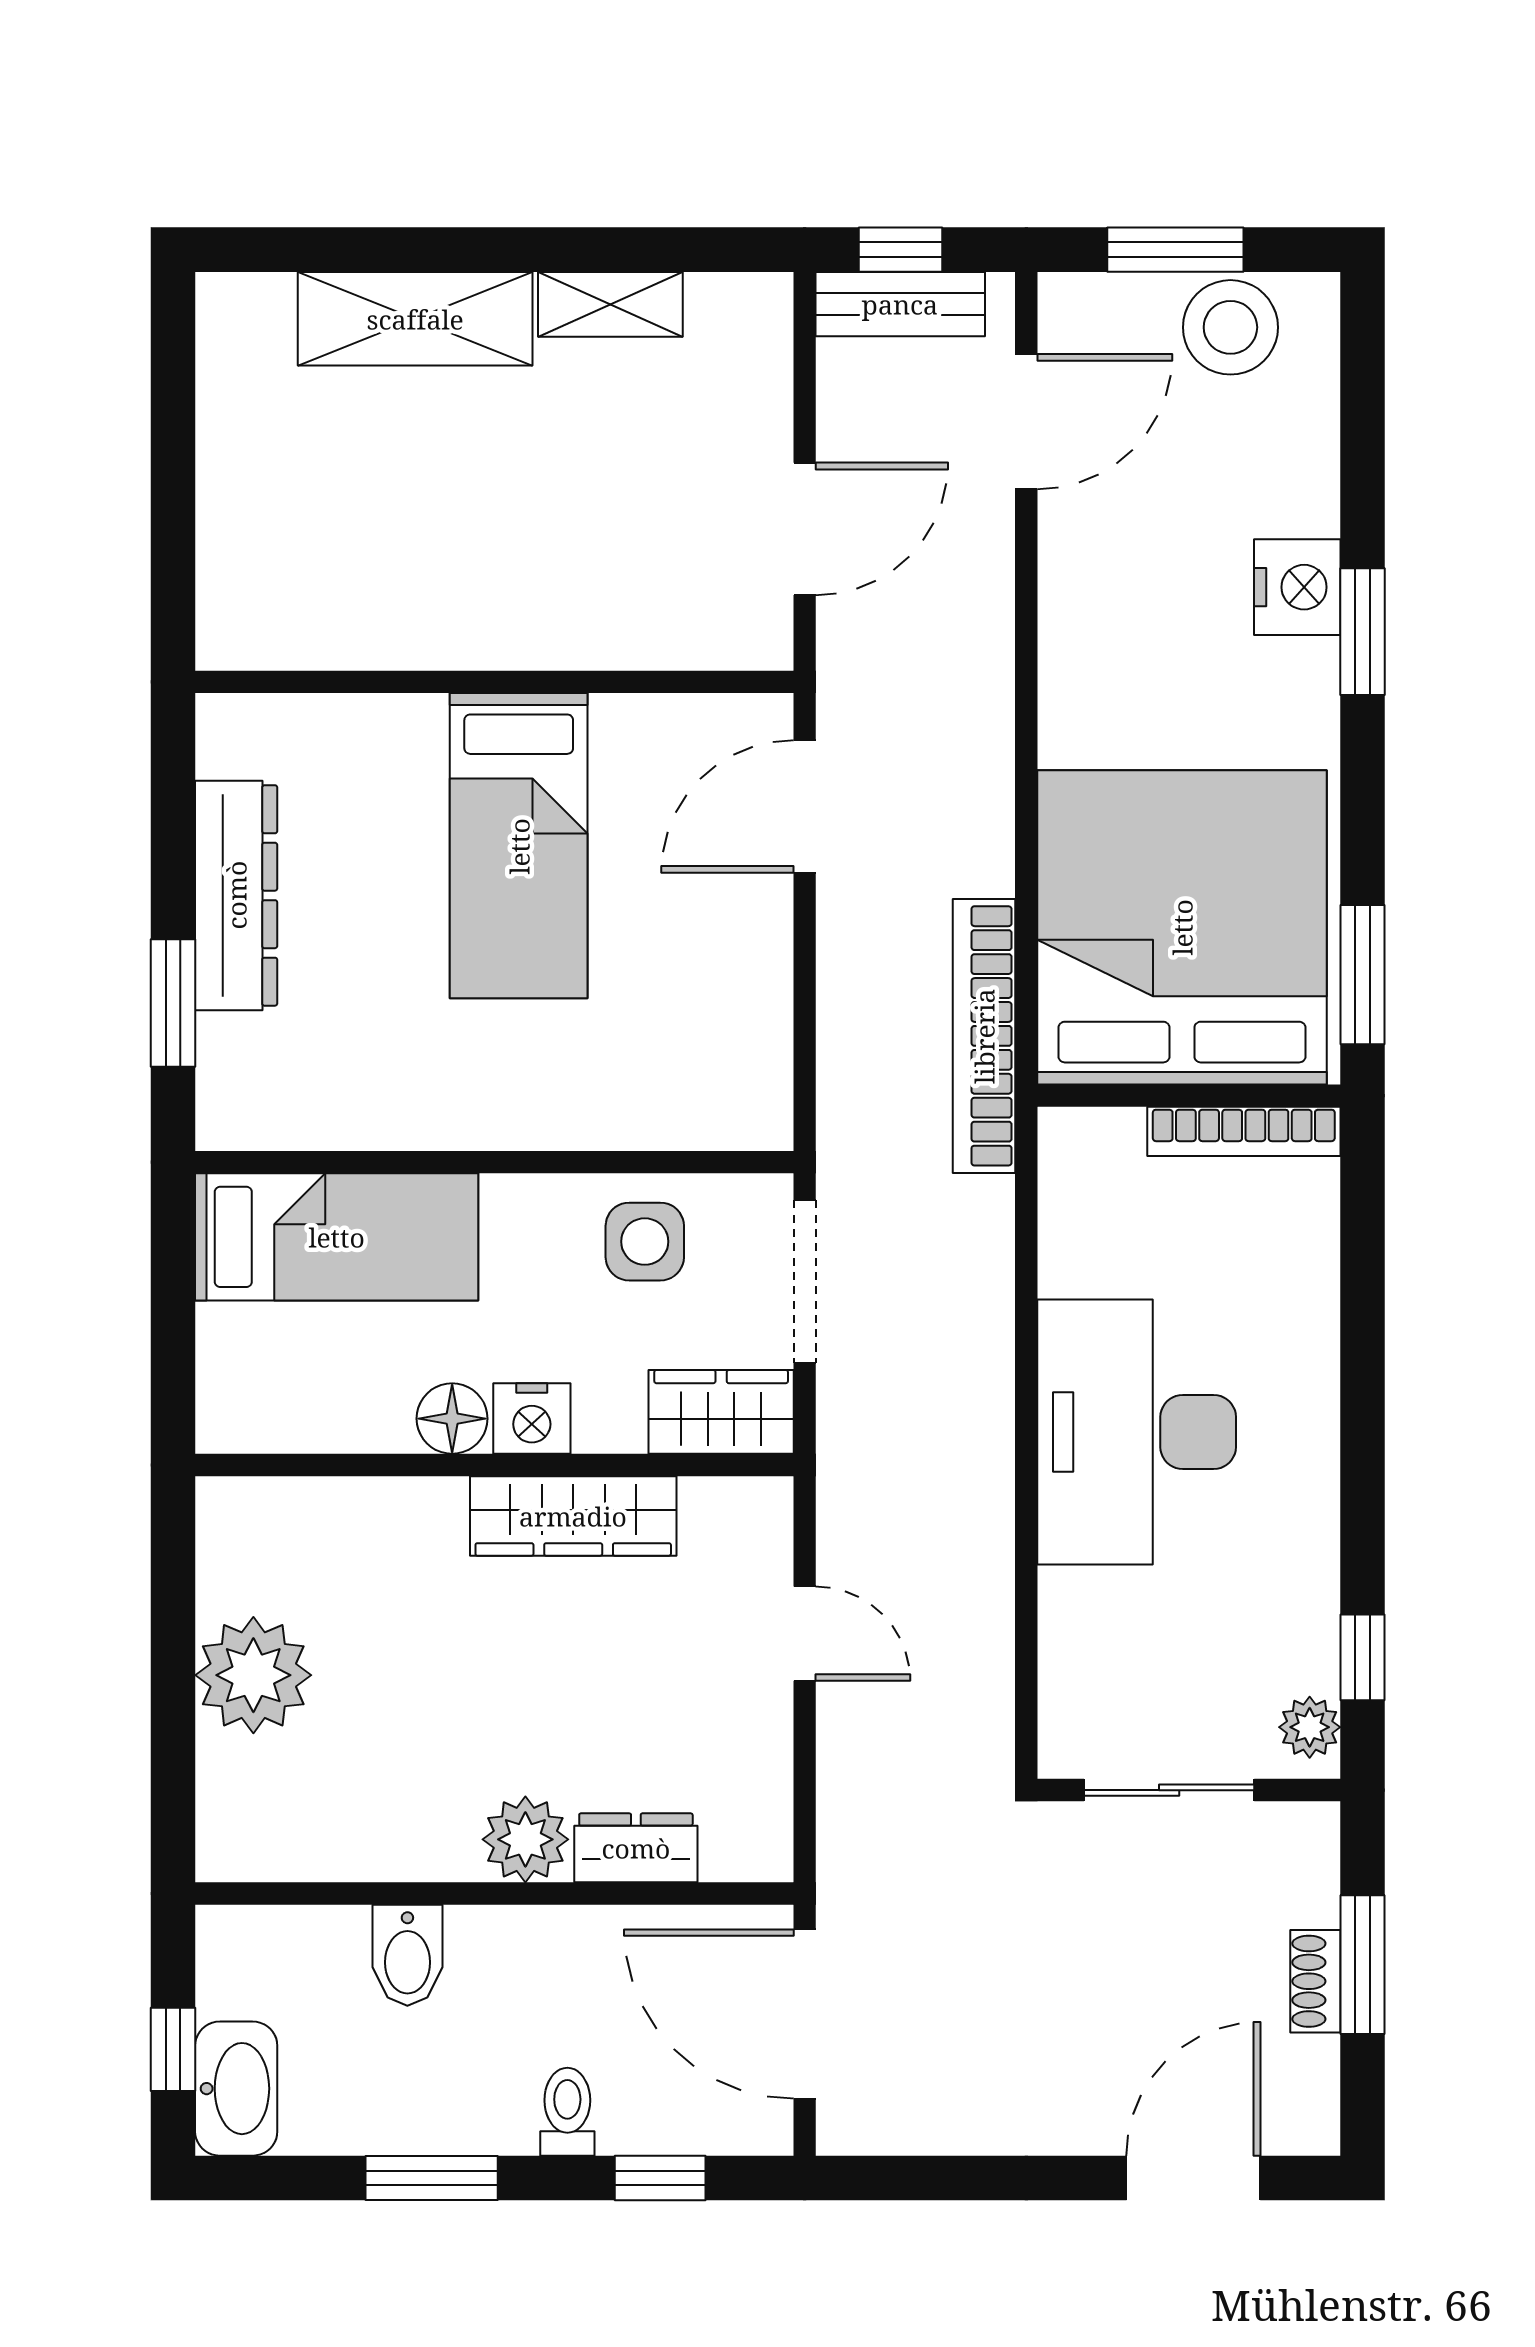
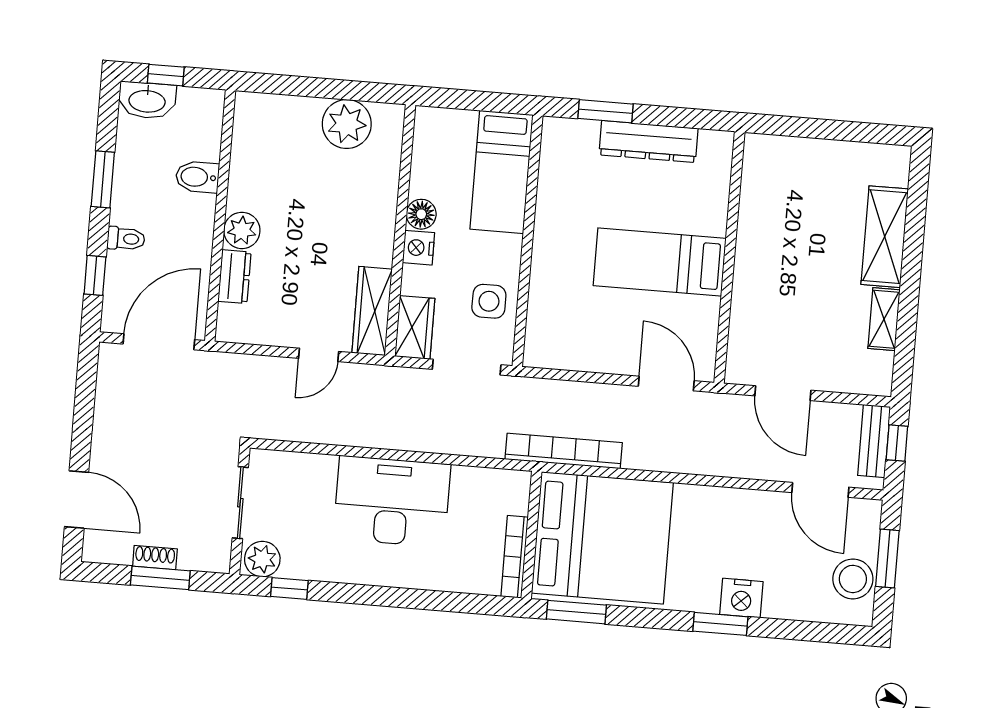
wardrobe: (573, 1516) -> (372, 311), moved
plant: (253, 1675) -> (347, 124), moved
plant: (1310, 1727) -> (262, 559), width x1.38, depth x1.38

